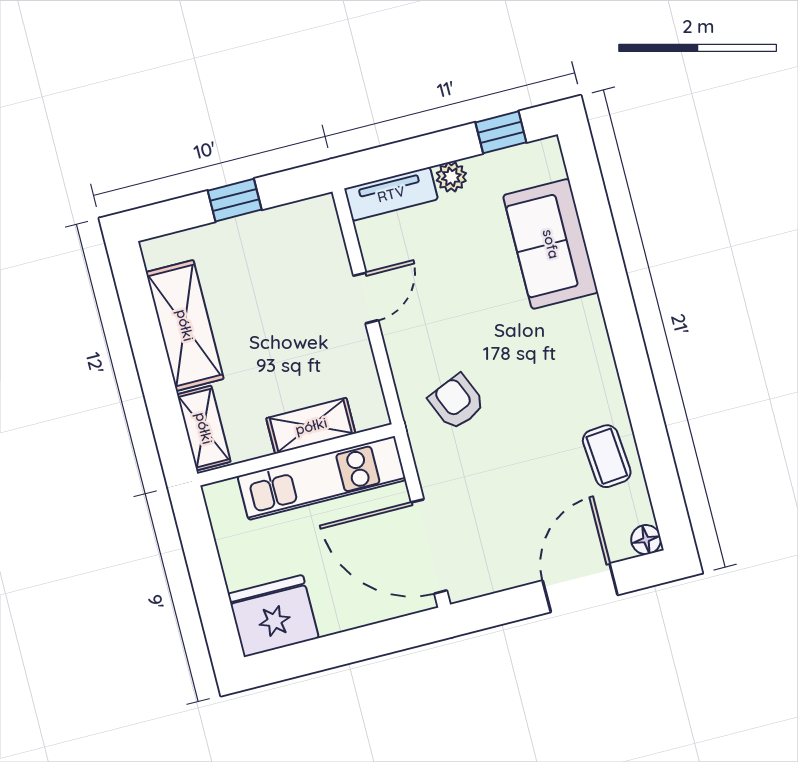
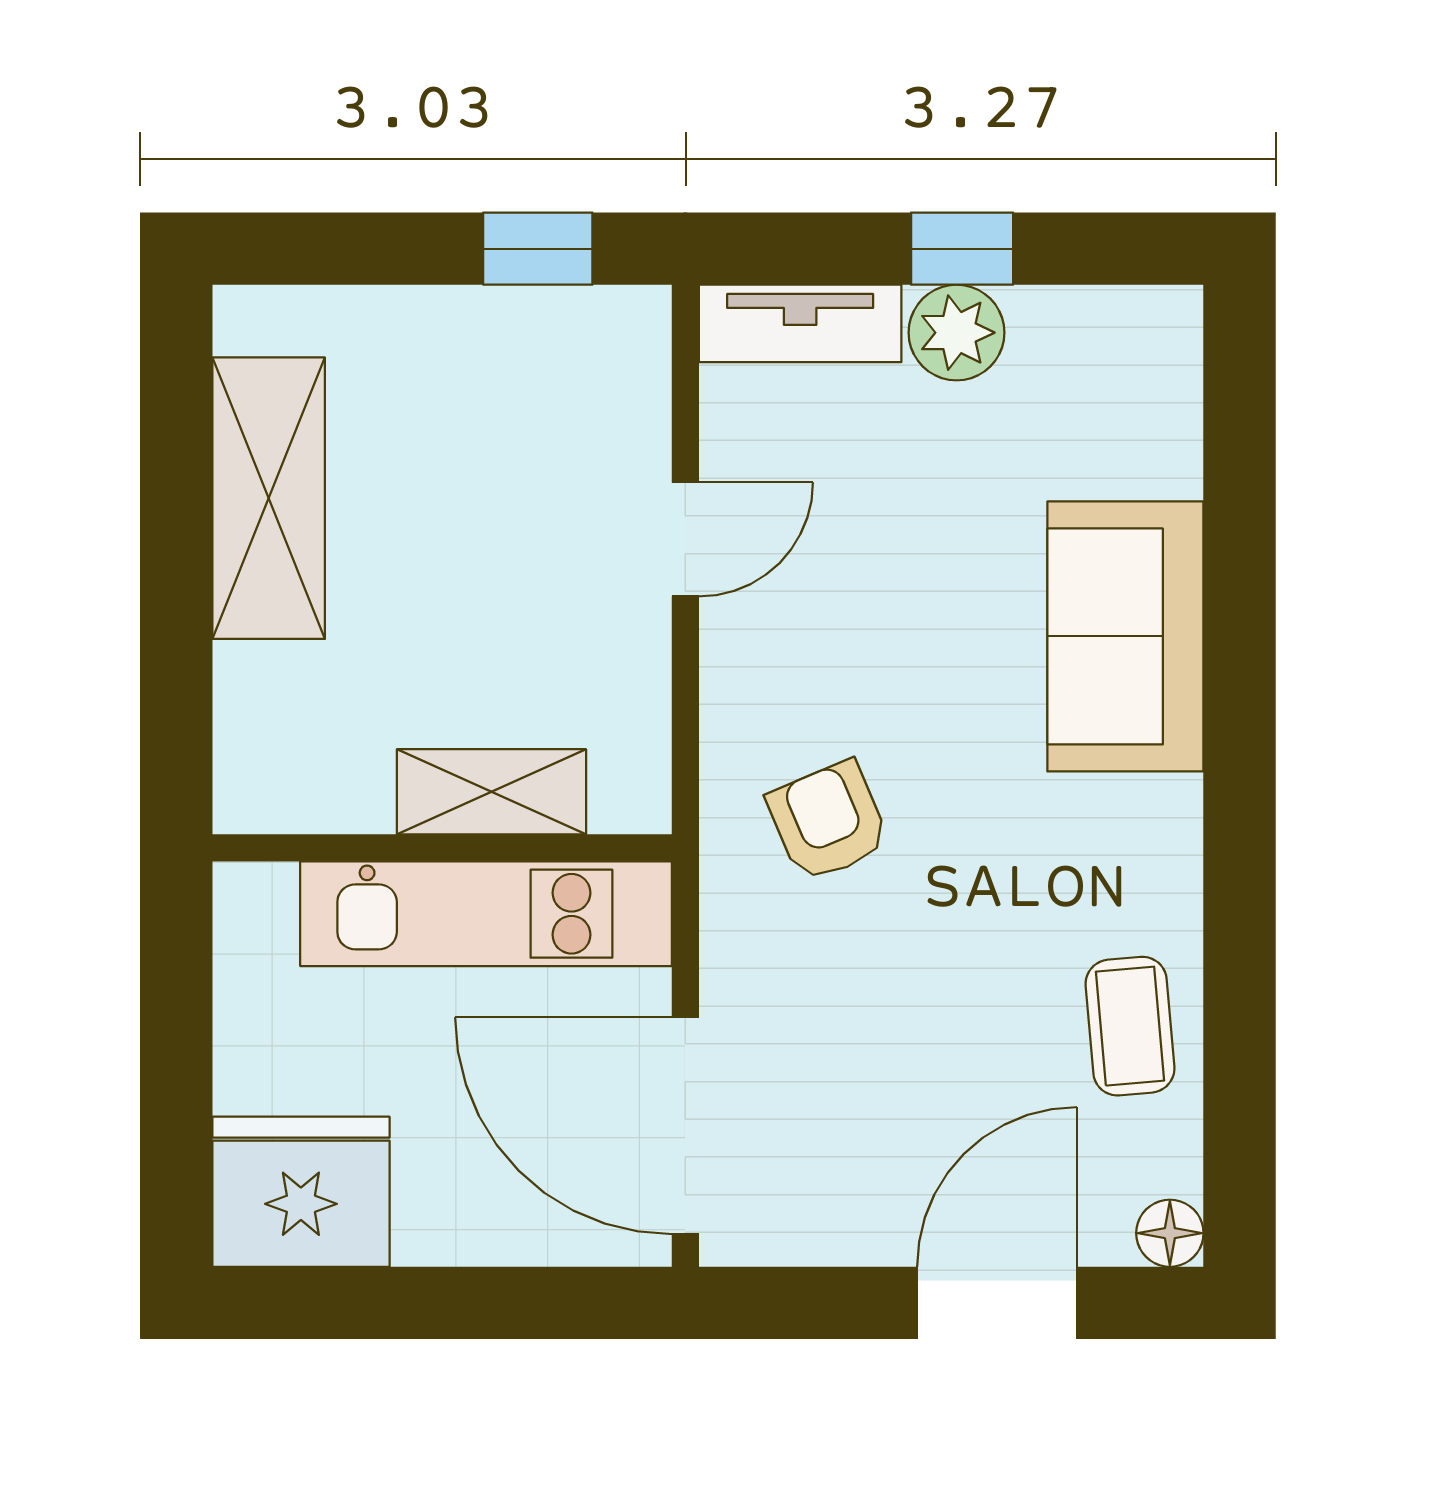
window: (501, 132) -> (962, 249), moved
plant: (451, 177) -> (957, 333), width x1.38, depth x1.38
window: (235, 200) -> (538, 249), moved
sofa: (551, 244) -> (1125, 636), moved
shelving: (204, 428) -> (253, 736), removed

